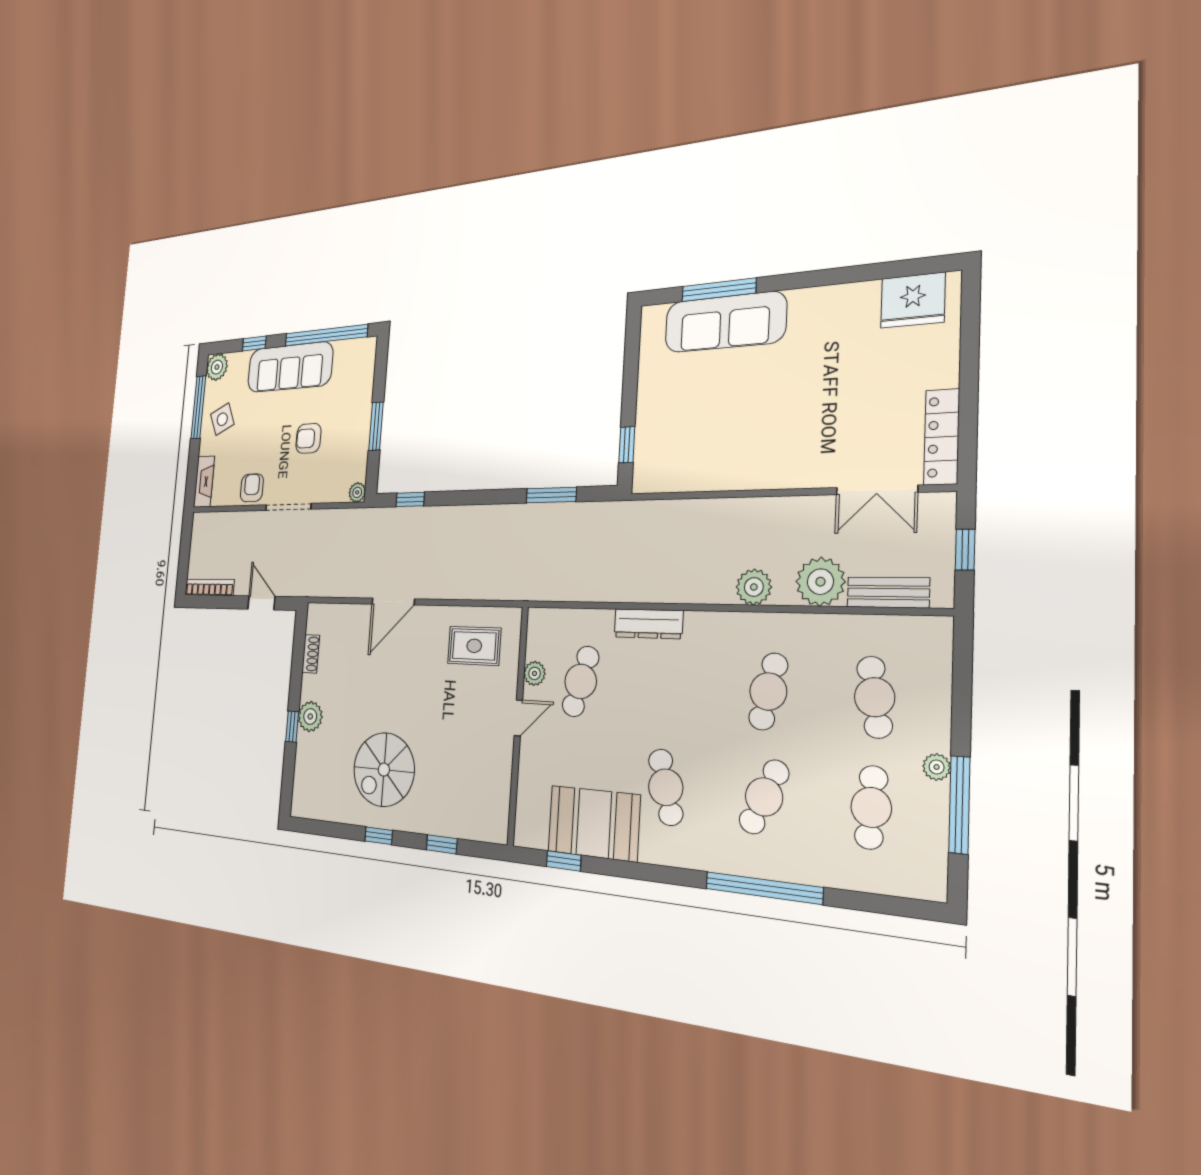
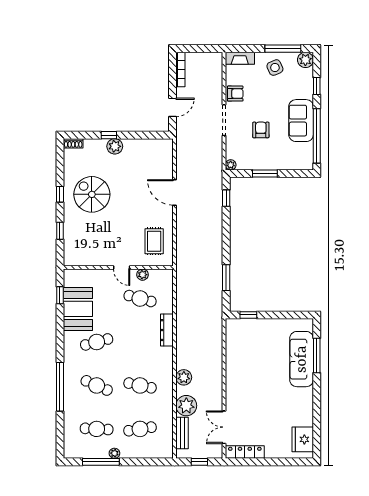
sofa: (290, 367) -> (301, 121), width x0.73
shoe rack: (311, 654) -> (73, 143), moved

